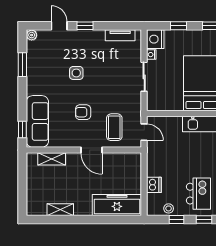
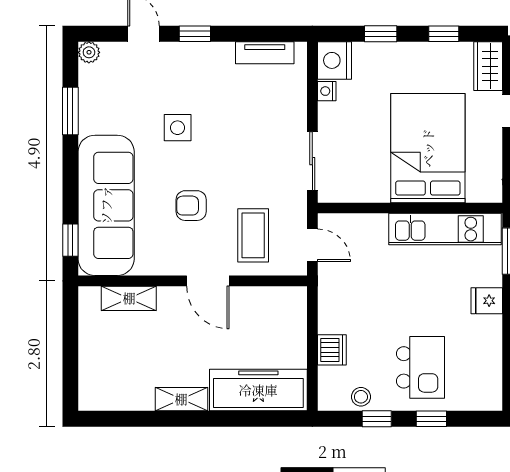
sliding door: (144, 77) -> (312, 161), moved
sofa: (37, 121) -> (106, 205), width x1.36, depth x1.27
shelving: (60, 210) -> (181, 399), moved

